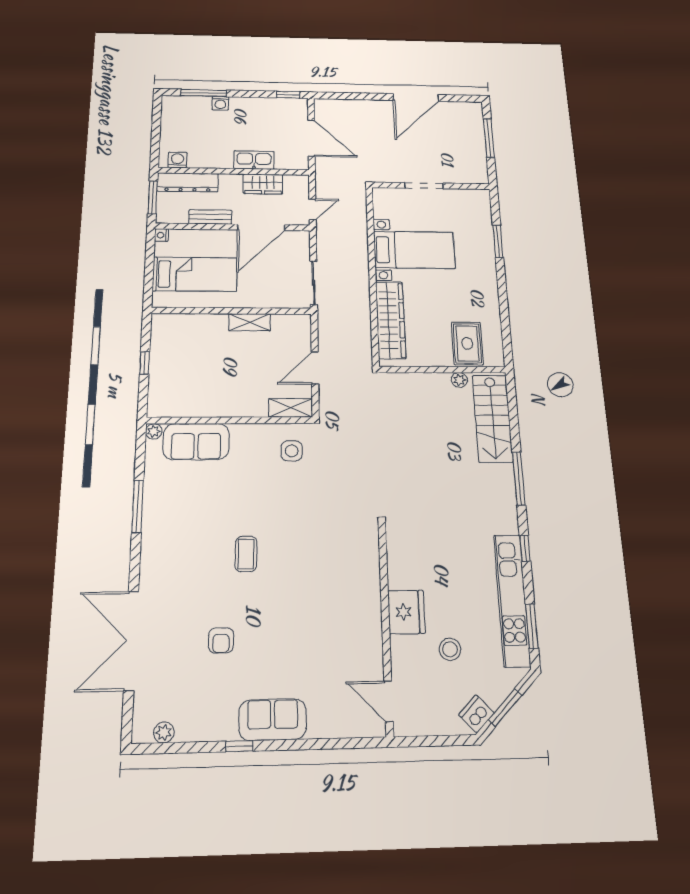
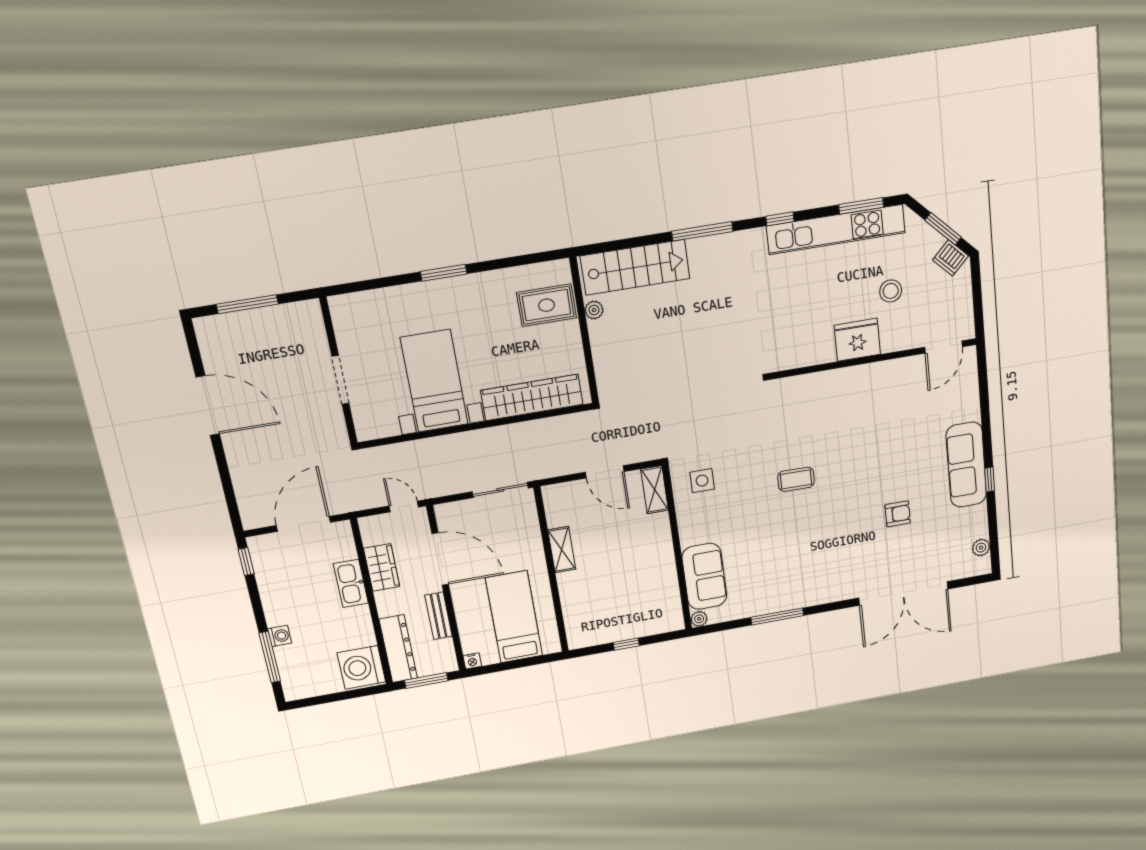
washing machine: (177, 160) -> (361, 667), width x1.89, depth x1.89
window: (498, 241) -> (444, 273), moved
coffee table: (246, 554) -> (796, 479), moved
sofa: (273, 720) -> (966, 465), width x1.36

